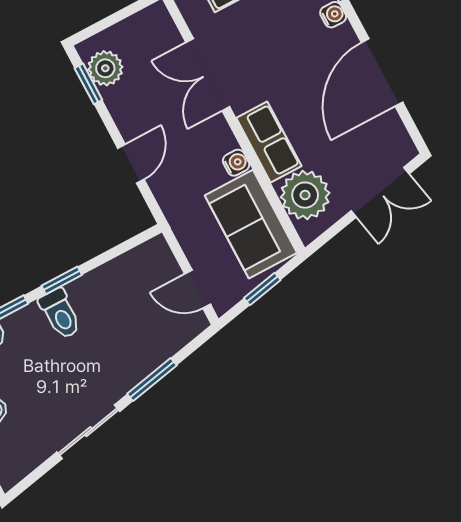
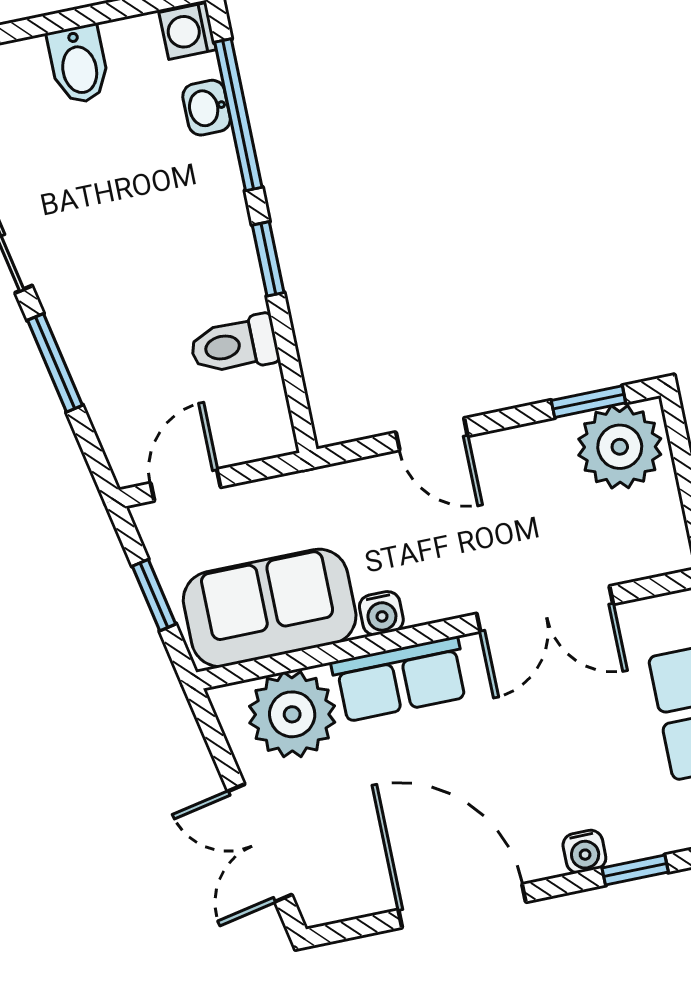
plant: (105, 68) -> (620, 447), width x1.36, depth x1.36
double door: (208, 75) -> (545, 609), swing flipped
toilet: (60, 314) -> (234, 345), moved

